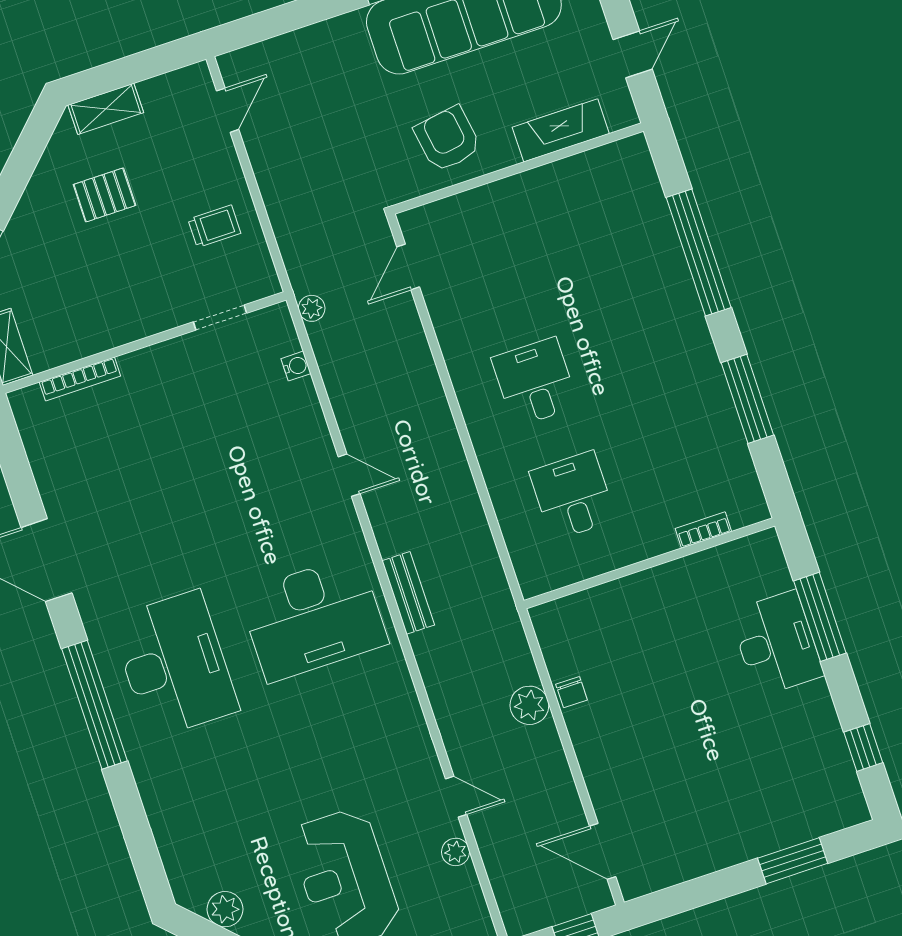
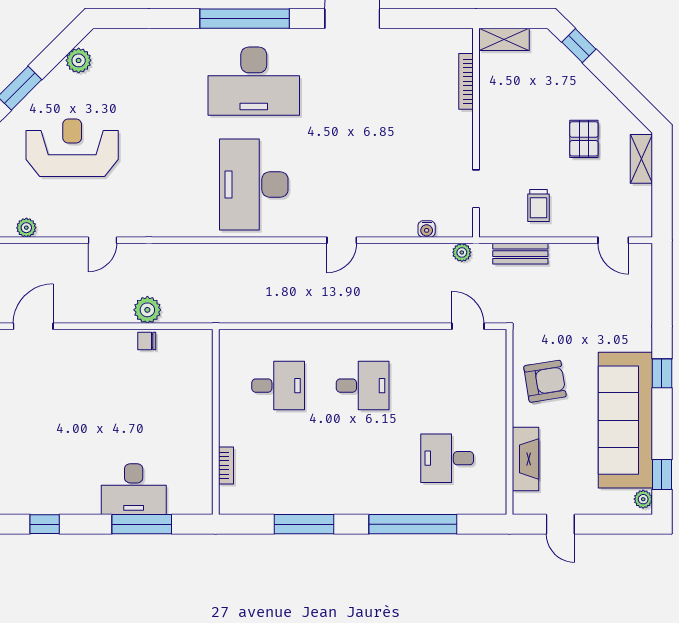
desk: (595, 236) -> (447, 458), added
bench: (408, 593) -> (520, 254), moved
plant: (456, 852) -> (26, 228), moved

